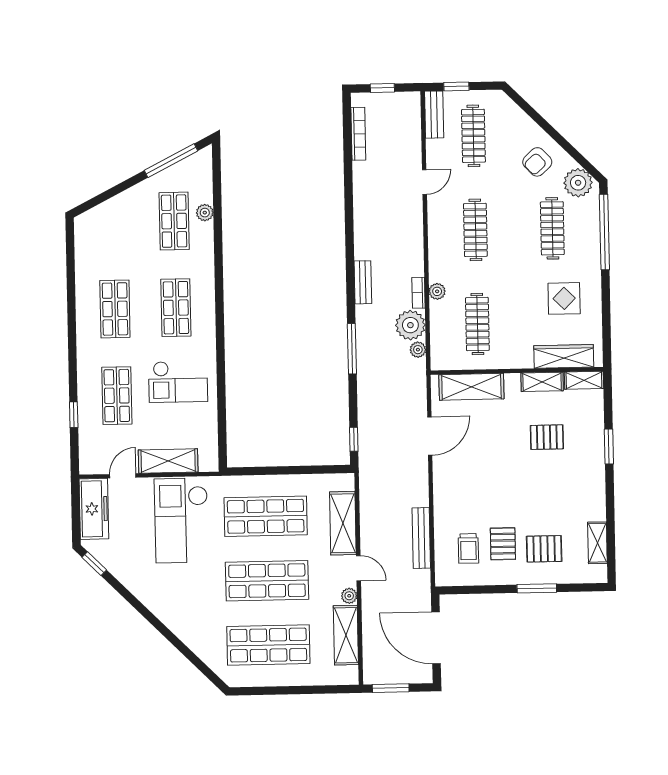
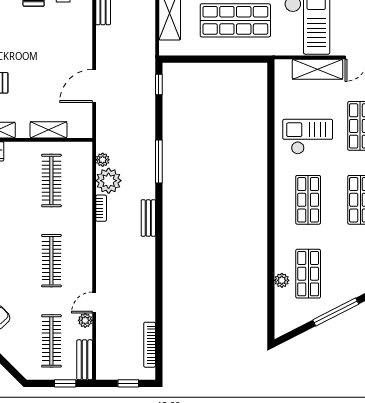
window: (171, 161) -> (336, 312), moved
plant: (437, 291) -> (85, 320), moved
shelving: (471, 387) -> (48, 130), width x0.67, depth x0.75

